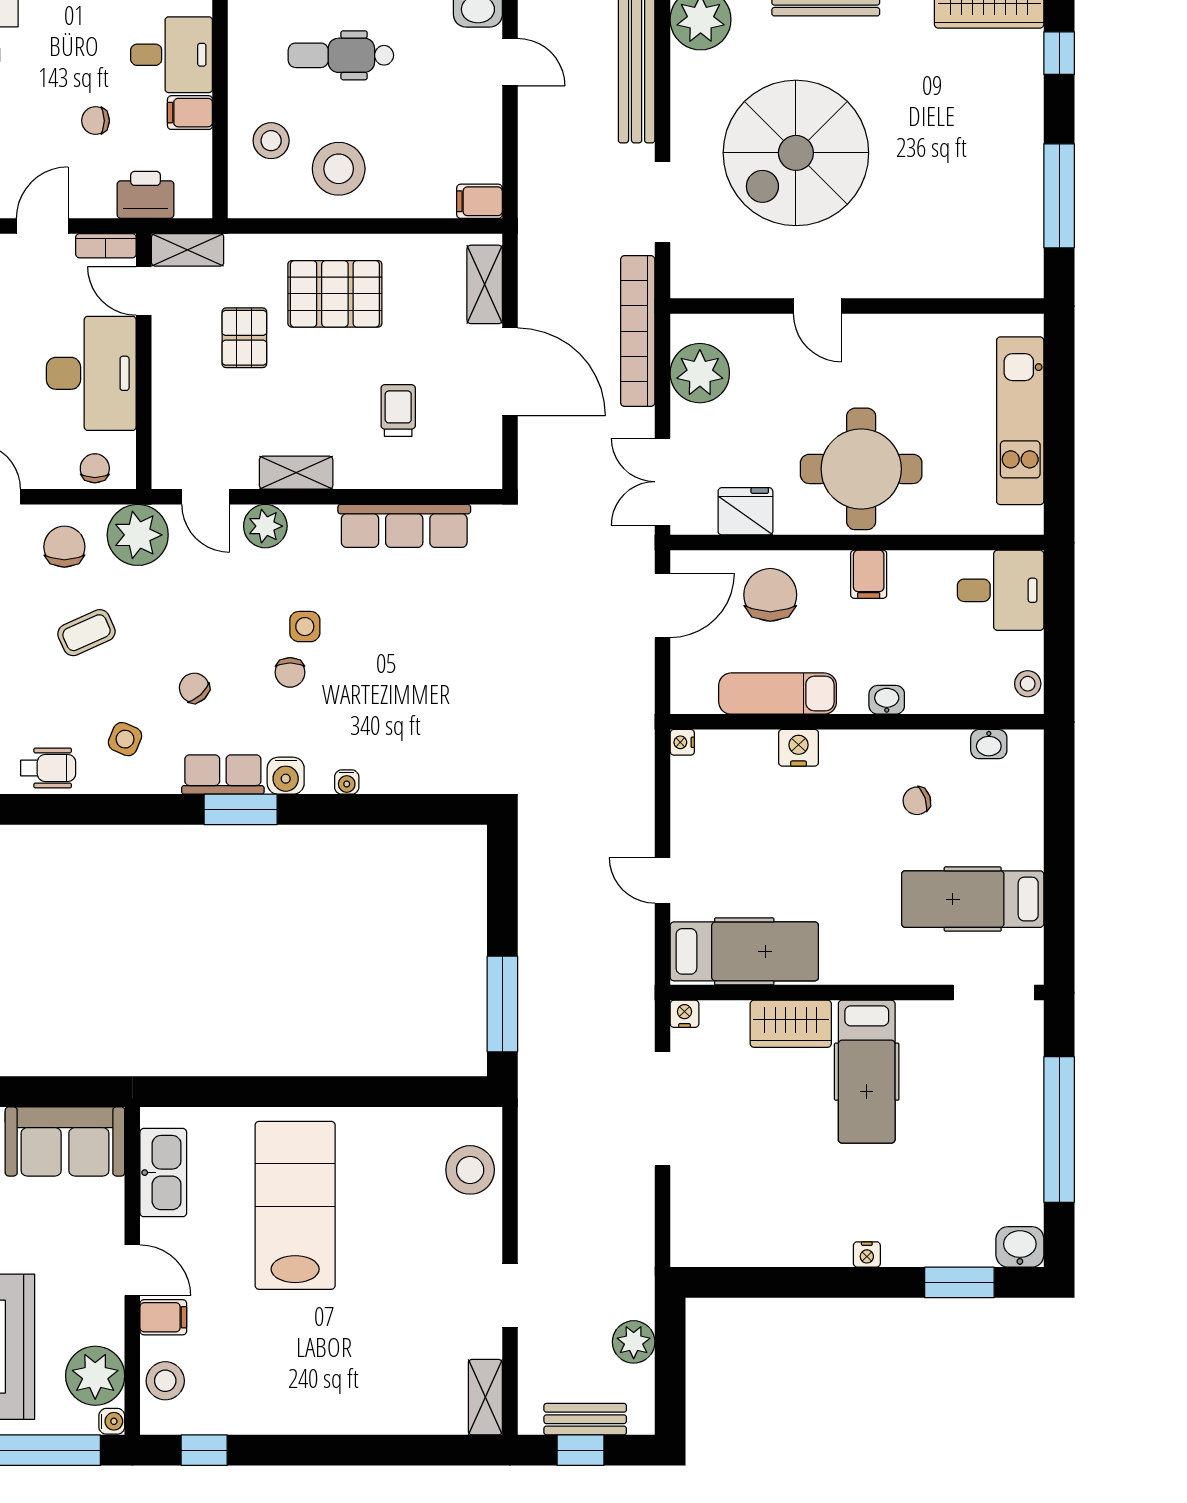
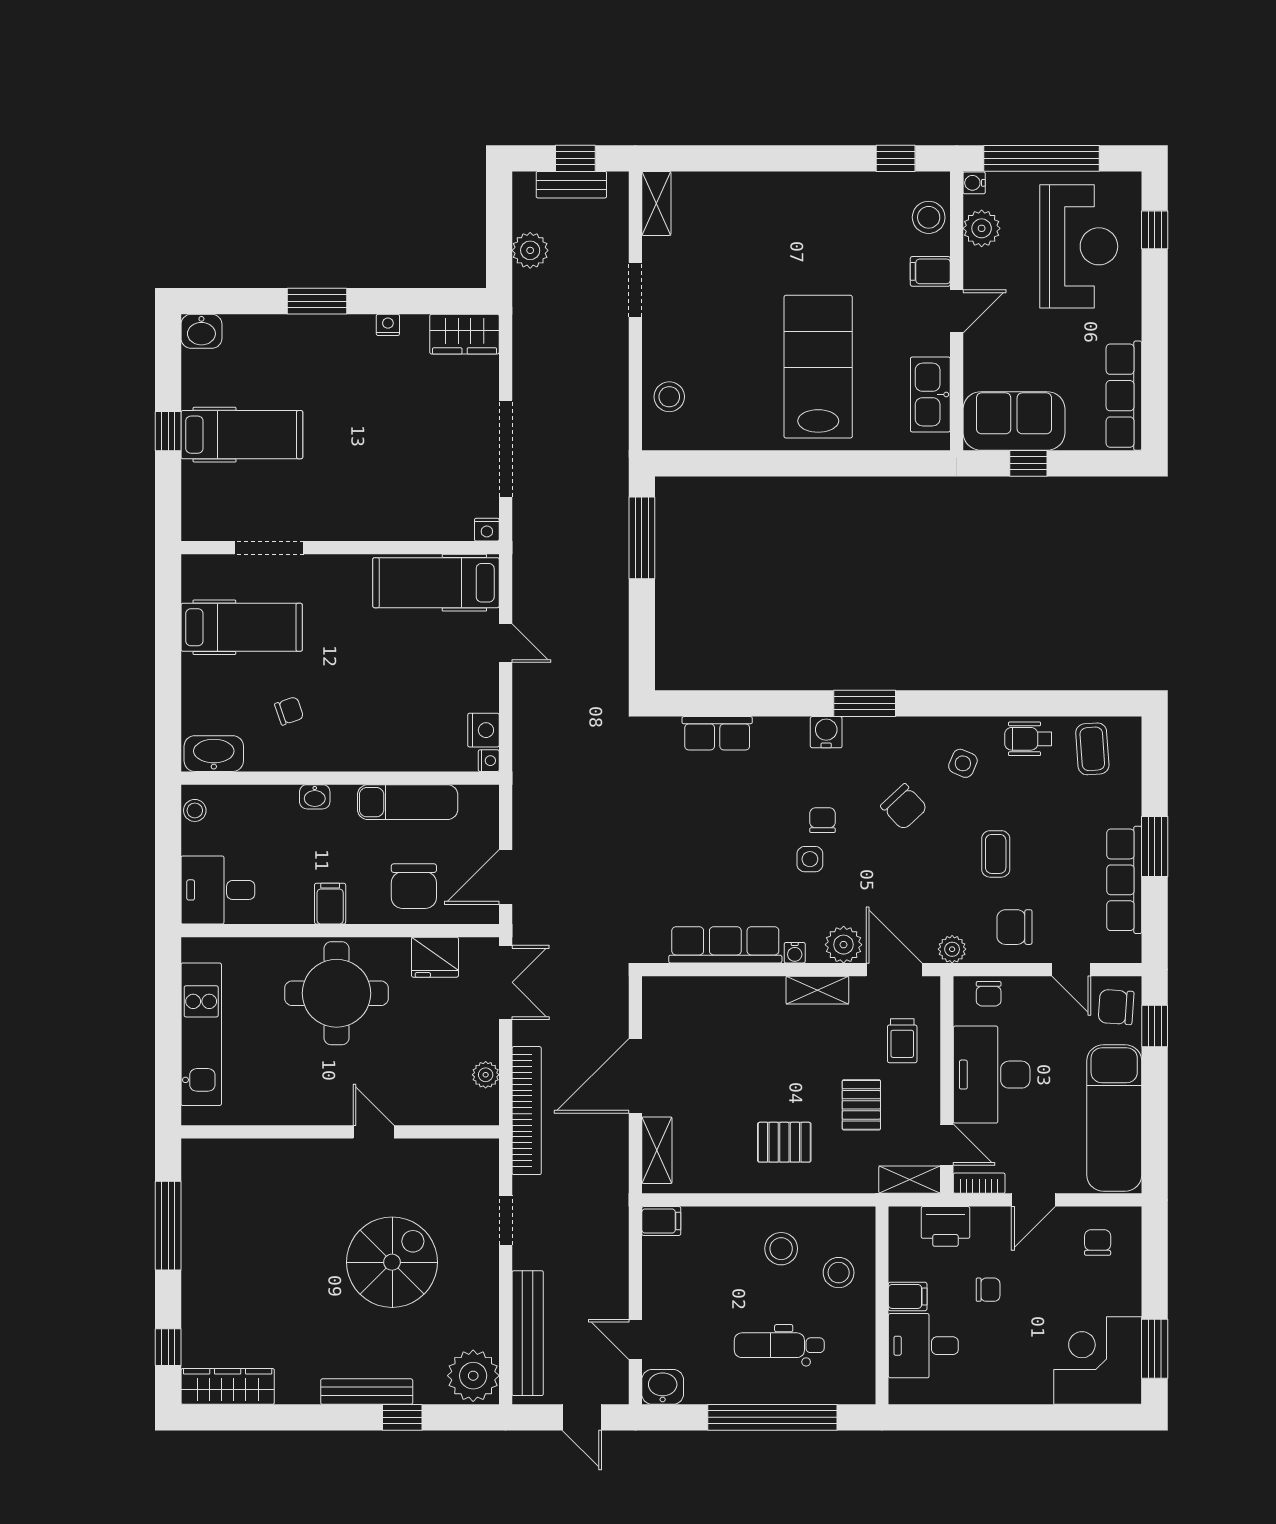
dental chair: (341, 55) -> (779, 1345), turned 180
spiral stairs: (796, 153) -> (392, 1262), width x0.73, depth x0.73
stool: (339, 169) -> (781, 1249), width x0.73, depth x0.73
doorway: (662, 202) -> (506, 1220), width x0.73
pallet: (335, 294) -> (784, 1142), width x0.67, depth x0.71
door: (510, 372) -> (635, 1076), hinge flipped
plant: (700, 373) -> (486, 1075), width x0.53, depth x0.53
trolley: (398, 411) -> (902, 1041), moved
door: (206, 497) -> (894, 970), width x1.38
plant: (138, 535) -> (952, 949), width x0.53, depth x0.53
chair: (64, 547) -> (1014, 927), turned 90
coffee table: (86, 633) -> (996, 854), turned -66
chair: (194, 688) -> (904, 807), width x1.37, depth x1.37
washbasin: (989, 744) -> (214, 754), width x1.91, depth x1.45
nightstand: (799, 748) -> (483, 730), moved, turned -90
row of seats: (223, 775) -> (717, 733), moved
water cooler: (347, 782) -> (795, 953), moved, turned 180
doorway: (994, 993) -> (269, 548), moved
wardrobe: (791, 1024) -> (465, 334), moved, turned 180
hospital bed: (867, 1072) -> (242, 435), moved, turned 90
window: (48, 1092) -> (1028, 463), added
window: (1059, 1130) -> (168, 431), width x0.32
stool: (470, 1170) -> (669, 397), width x0.73, depth x0.73
lab bench: (295, 1205) -> (818, 367), turned 180
nightstand: (867, 1254) -> (388, 325), moved
door: (132, 1270) -> (957, 311), swing flipped
window: (959, 1282) -> (317, 301), moved
plant: (95, 1376) -> (982, 228), width x0.73, depth x0.73

